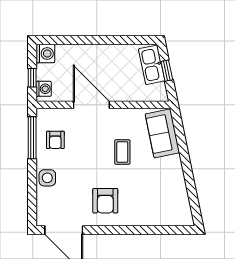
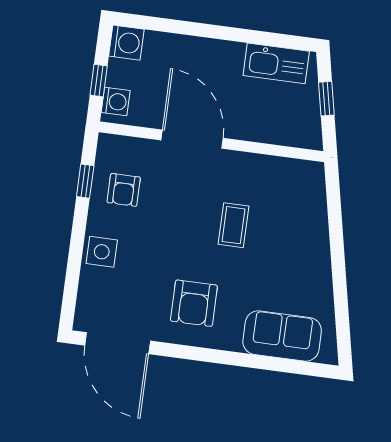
kitchen sink: (152, 65) -> (276, 63), moved, turned -78
sofa: (162, 133) -> (282, 336), moved, turned 102
window: (32, 138) -> (85, 181), width x0.46

